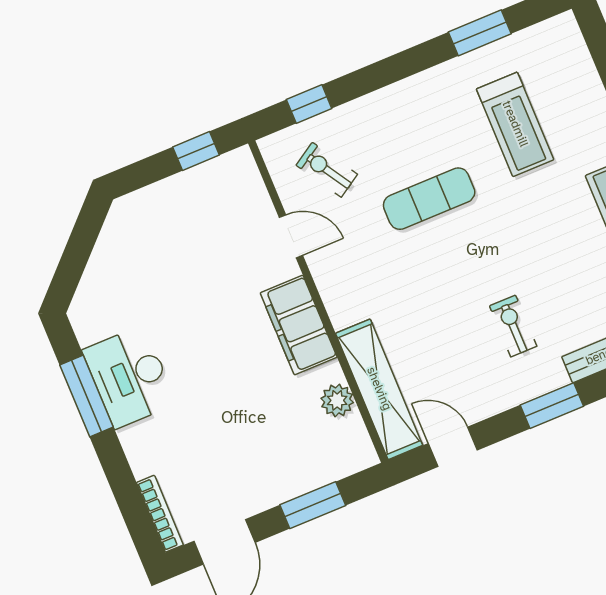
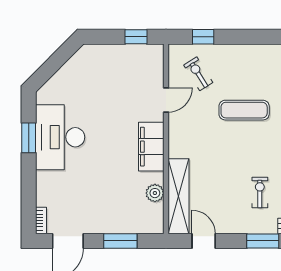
door: (291, 236) -> (166, 100), hinge flipped
desk: (129, 377) -> (60, 137), width x1.36, depth x1.30
window: (86, 396) -> (29, 138), width x0.69
bookcase: (160, 514) -> (41, 221), width x0.64

